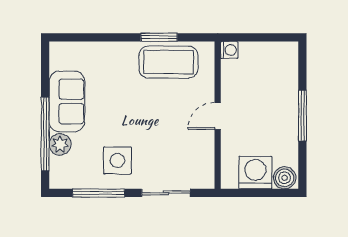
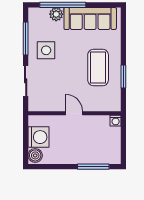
coffee table: (168, 62) -> (98, 67), moved
sofa: (67, 101) -> (90, 18), width x1.36
window: (302, 116) -> (93, 167), moved

